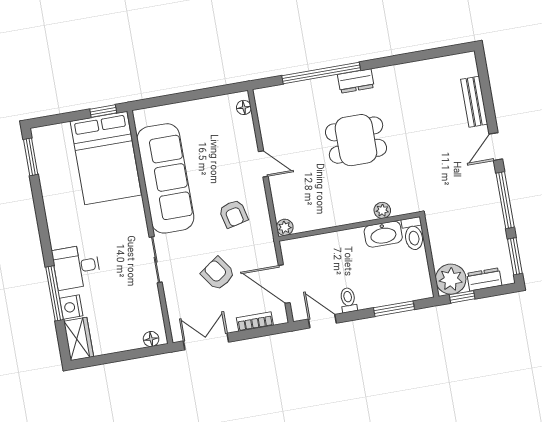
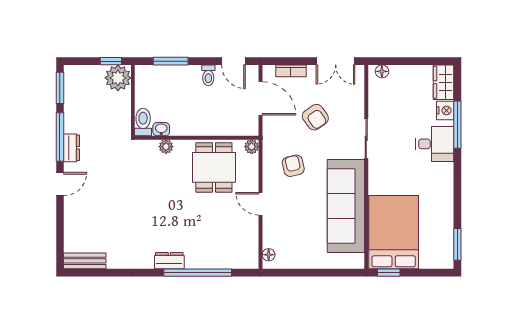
bench: (474, 102) -> (85, 261), moved, turned 90
dining table: (356, 140) -> (214, 167), moved, turned 90
washbasin: (383, 234) -> (161, 129), width x0.52, depth x0.69
dresser: (484, 279) -> (71, 148), moved, turned -90

